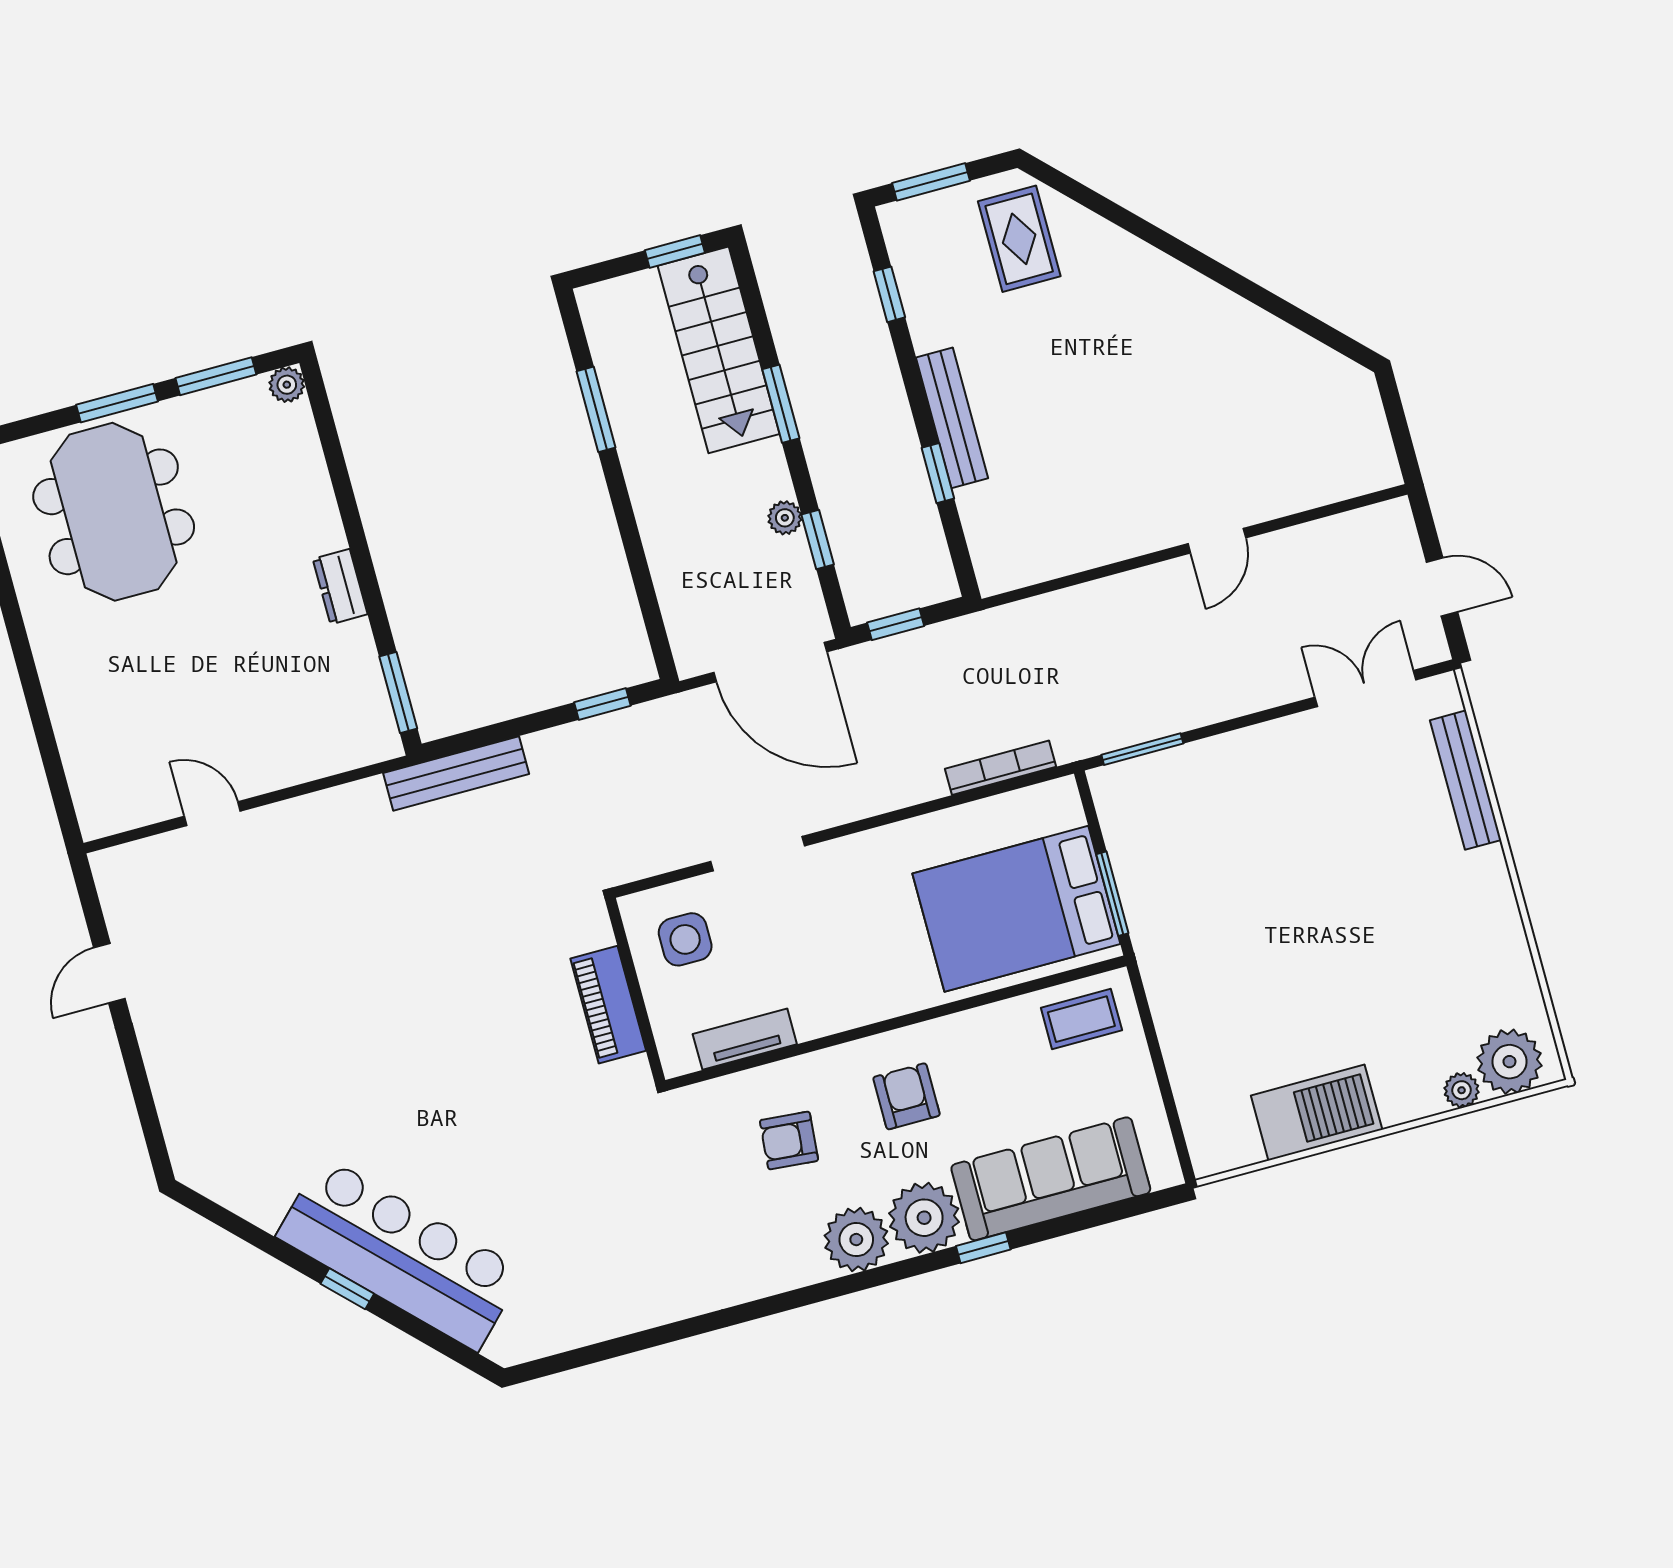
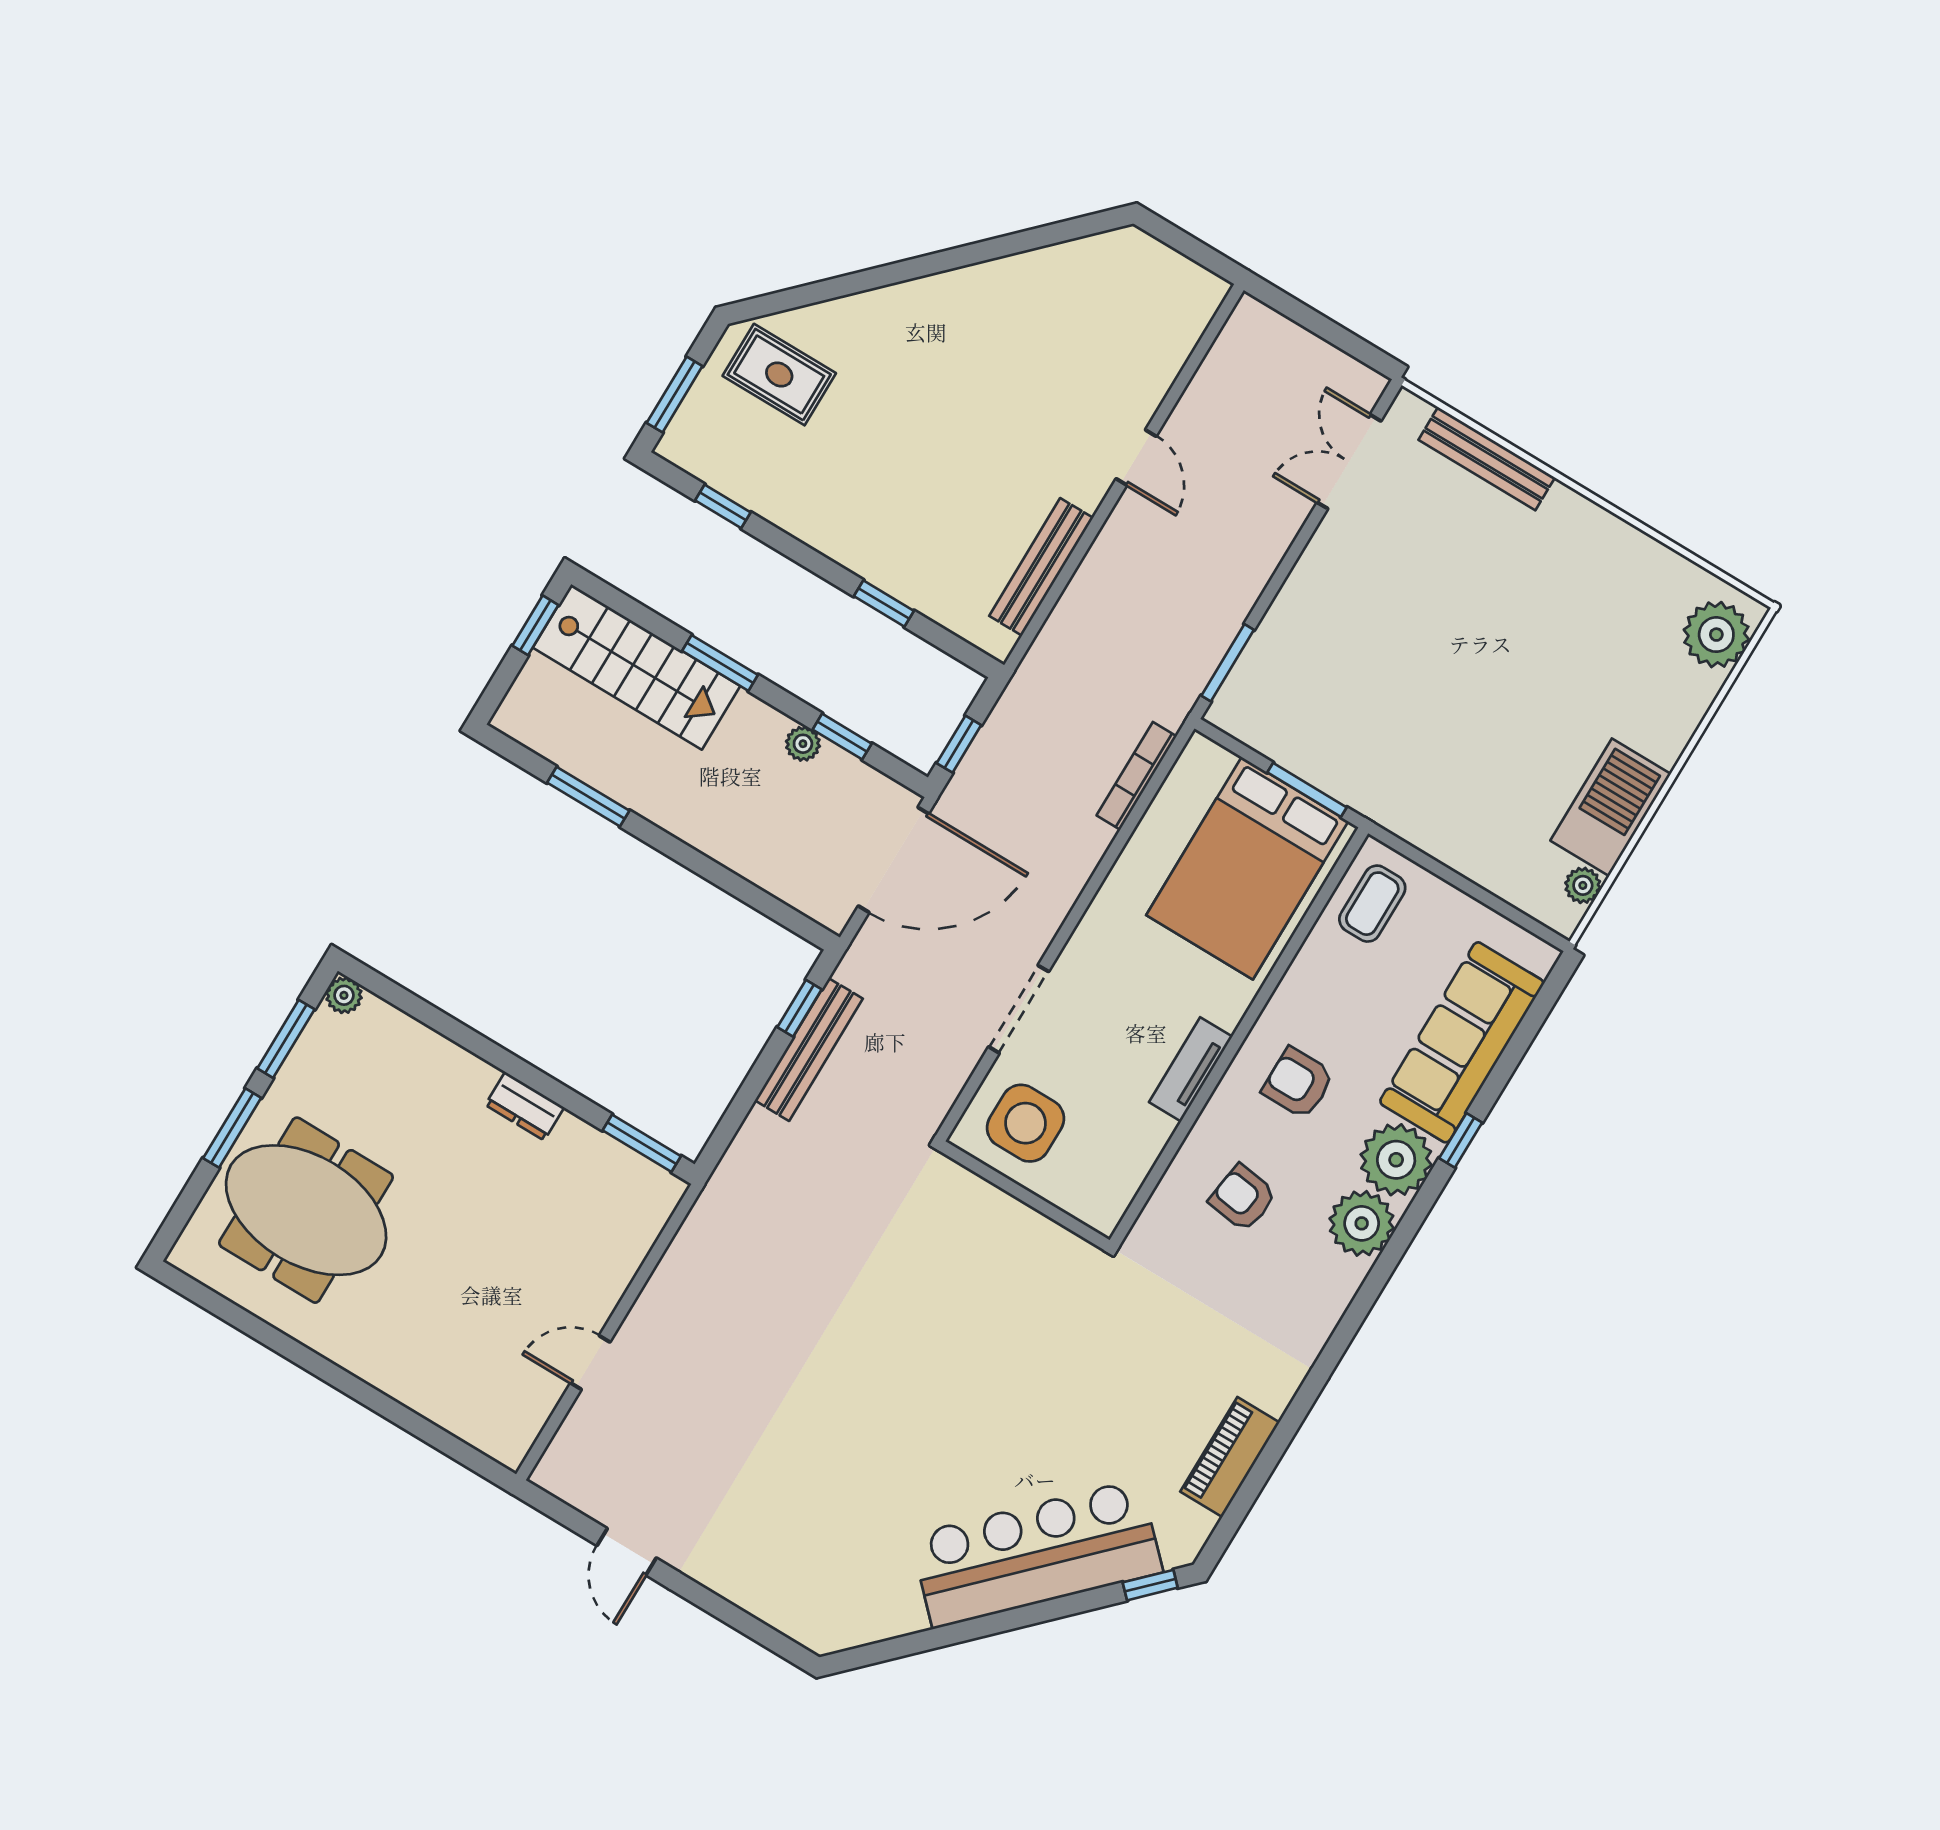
bench: (952, 418) -> (1041, 567), moved, turned 90
door: (1442, 587) -> (1334, 333), removed
bench: (456, 774) -> (809, 1050), moved
side table: (685, 939) -> (1026, 1123), width x1.37, depth x1.37
piano: (608, 1005) -> (1230, 1457), moved, turned 90
tv unit: (745, 1039) -> (1191, 1069), moved
plant: (1462, 1090) -> (1583, 885), moved
armchair: (789, 1140) -> (1243, 1198), turned 93
window: (347, 1289) -> (1150, 1585), moved

